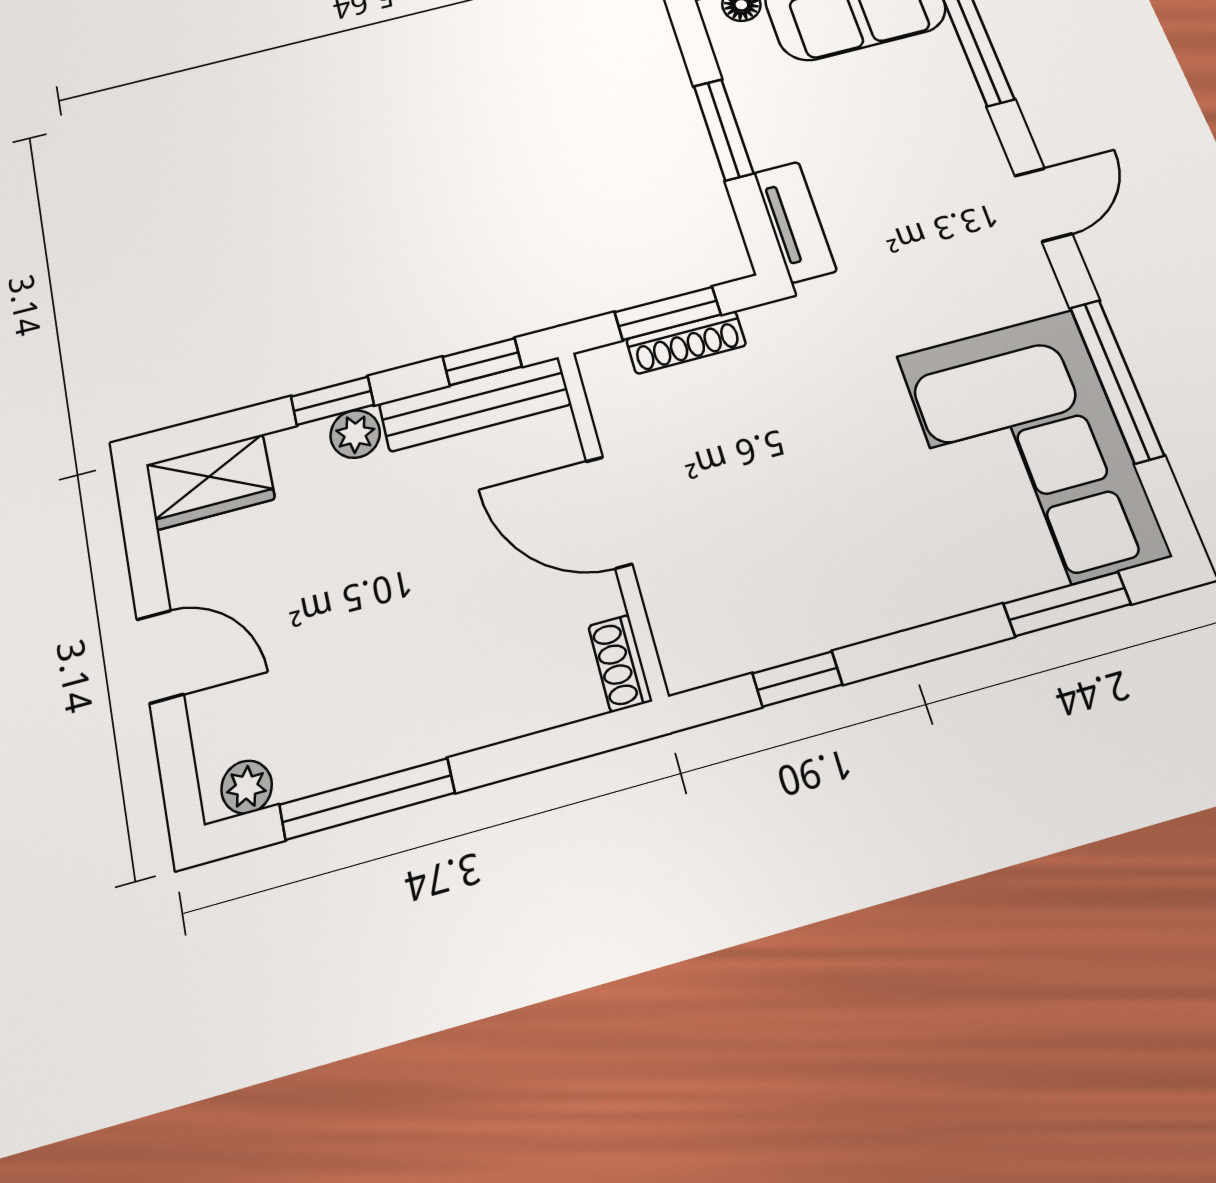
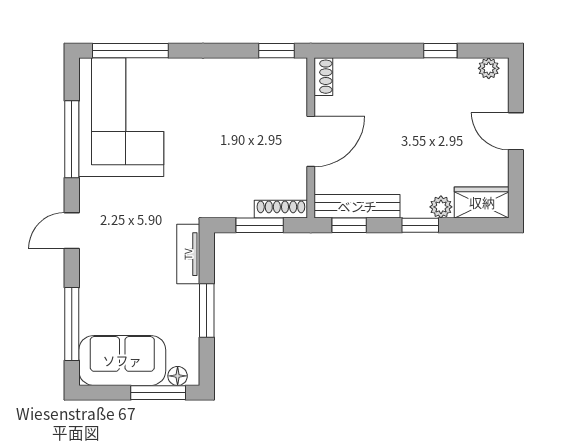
shoe rack: (686, 342) -> (281, 209), moved
plant: (355, 434) -> (441, 207), moved
door: (609, 512) -> (311, 141), hinge flipped
window: (1067, 604) -> (130, 51), width x1.44
window: (797, 679) -> (276, 51), moved
window: (367, 799) -> (440, 51), width x0.46

